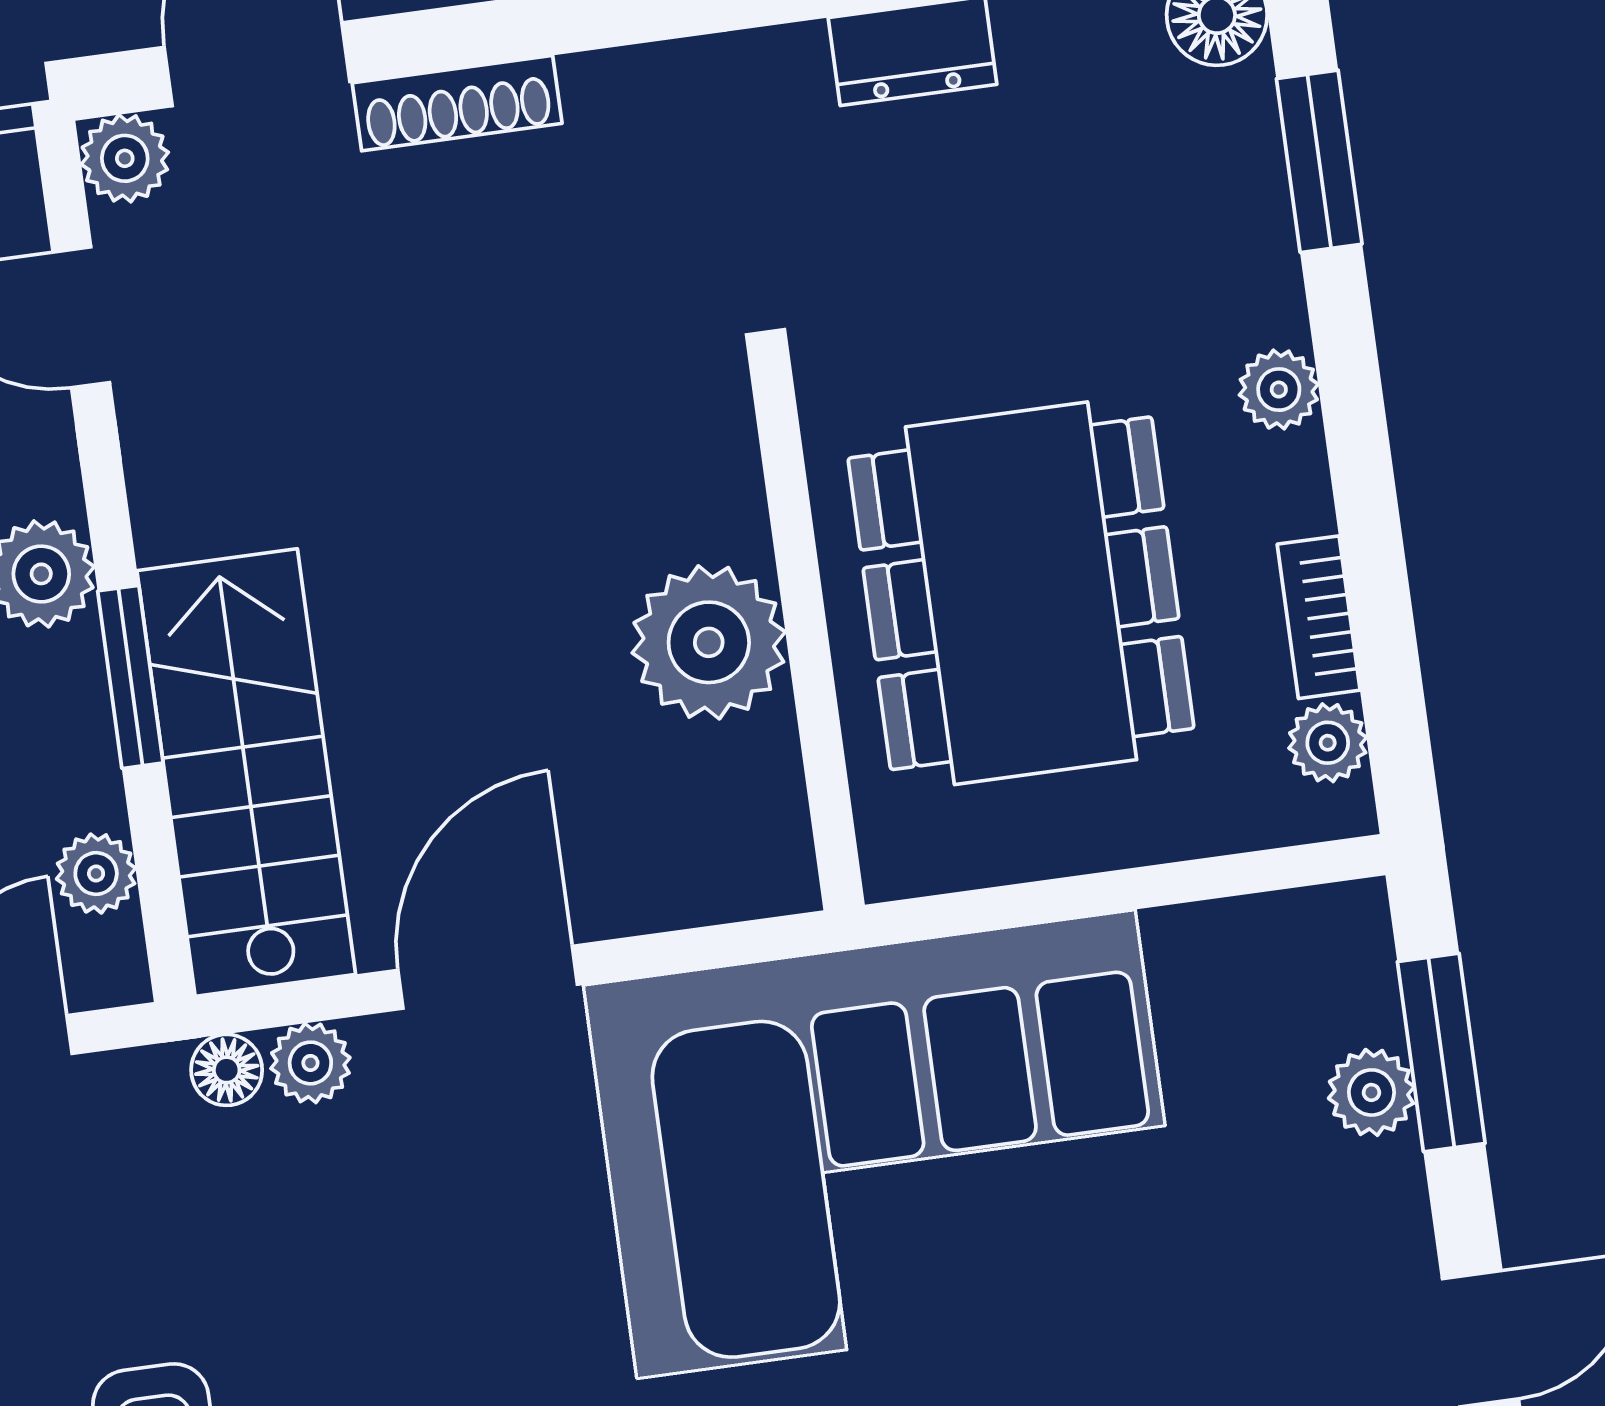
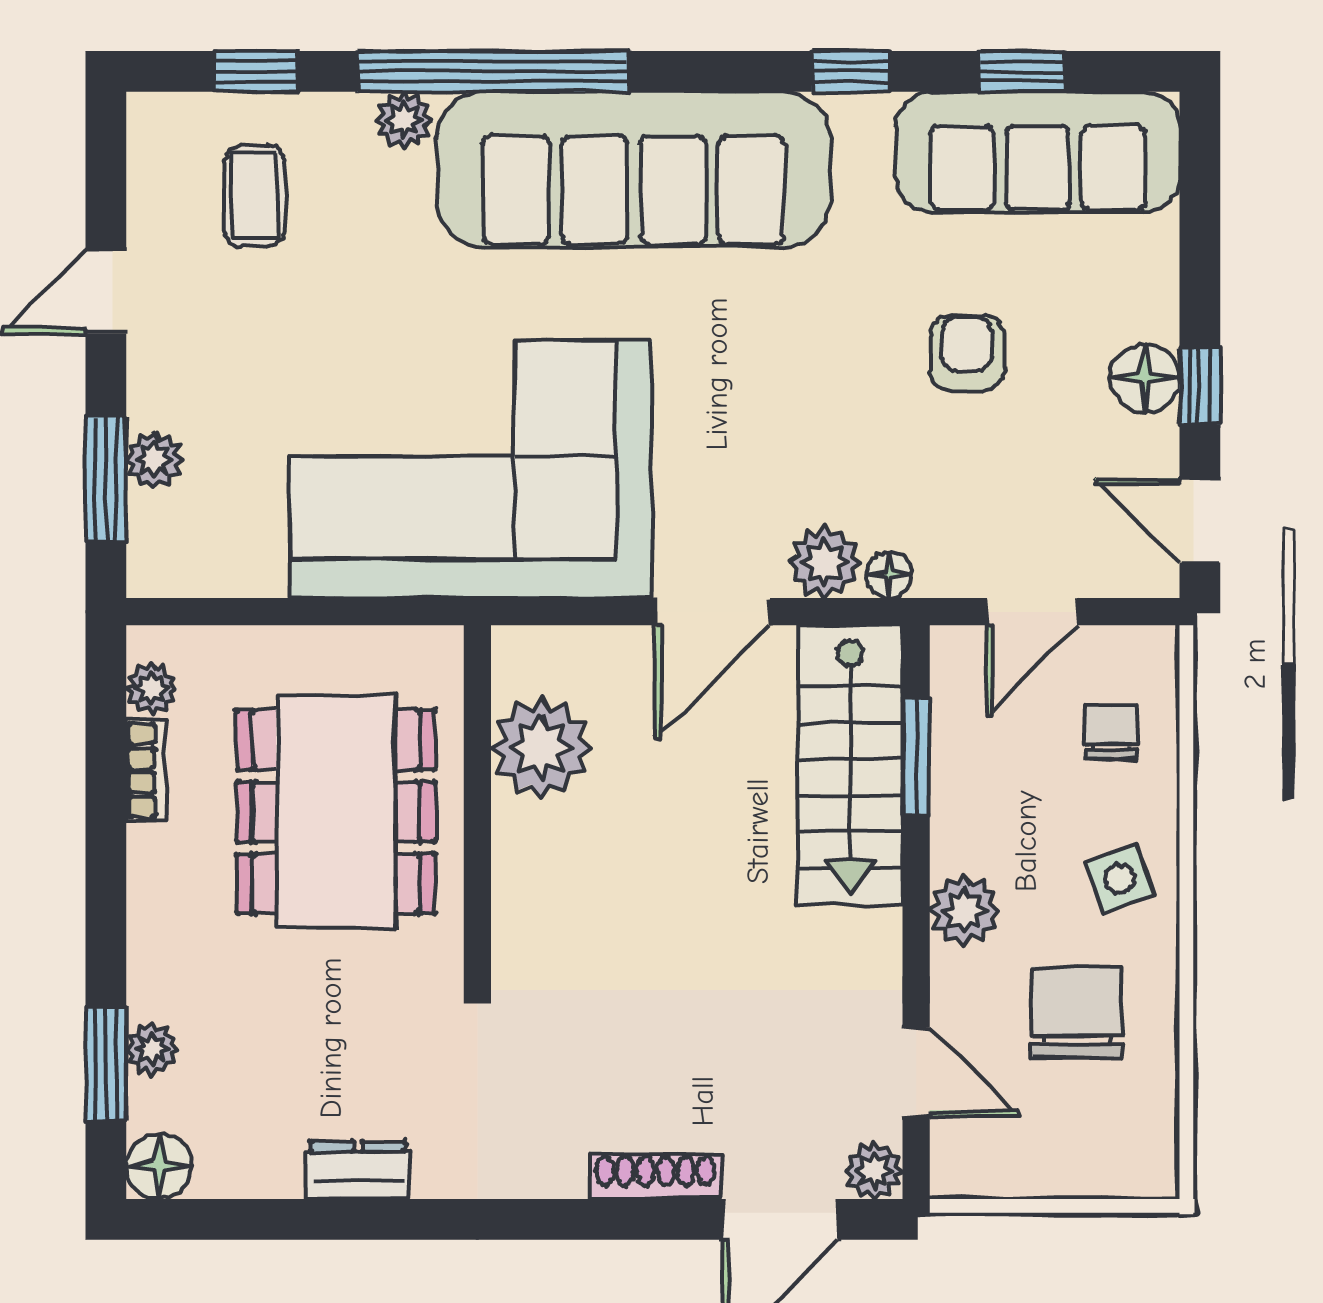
plant: (1279, 390) -> (152, 1049), moved
plant: (709, 642) -> (541, 747), moved
window: (130, 677) -> (916, 756), moved
plant: (96, 873) -> (956, 713), removed
plant: (310, 1063) -> (825, 562), width x1.38, depth x1.38

